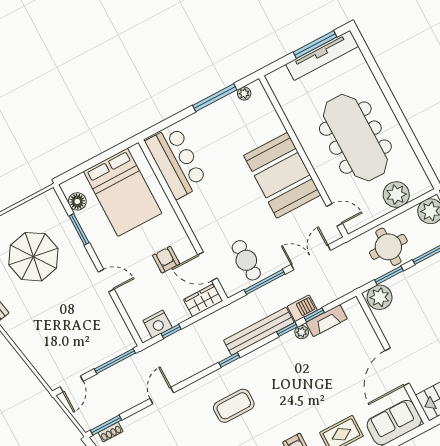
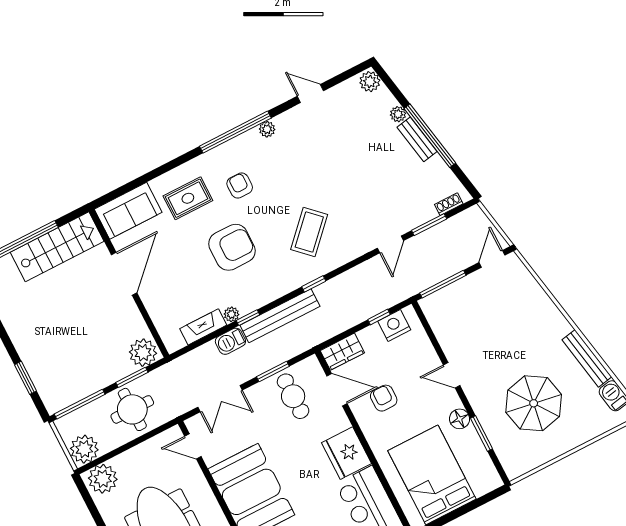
plant: (396, 195) -> (103, 479), moved
floor lamp: (77, 201) -> (460, 419), moved
fridge: (198, 211) -> (346, 453), added
armchair: (166, 260) -> (384, 398), turned 180
window: (264, 282) -> (273, 372), width x0.69
window: (314, 315) -> (217, 334), removed
armchair: (302, 391) -> (232, 247), added
coffee table: (234, 406) -> (309, 232), turned -46
window: (106, 425) -> (429, 225), moved

